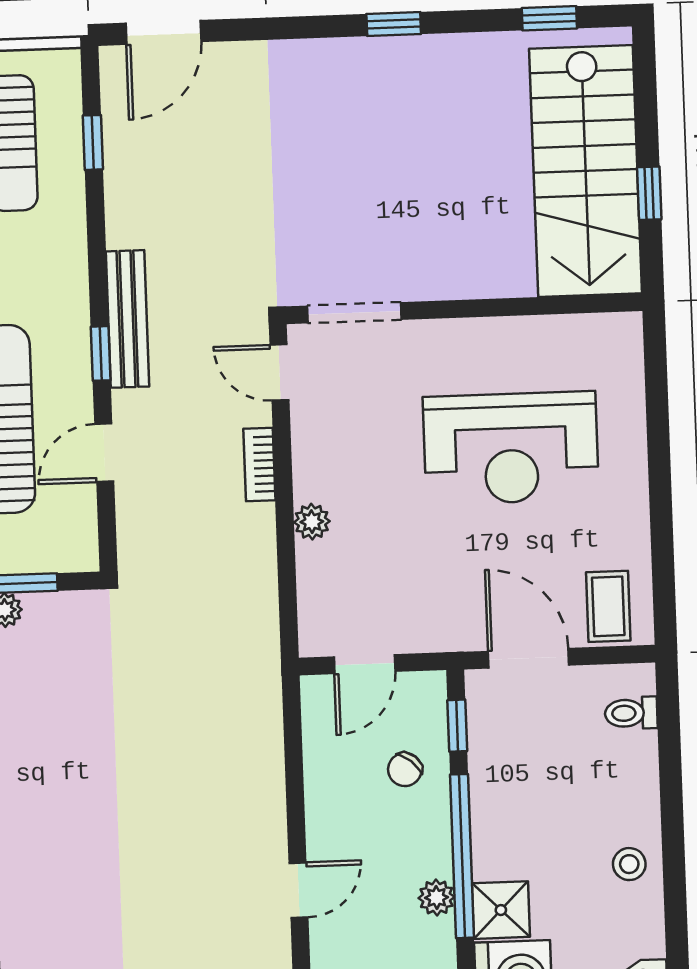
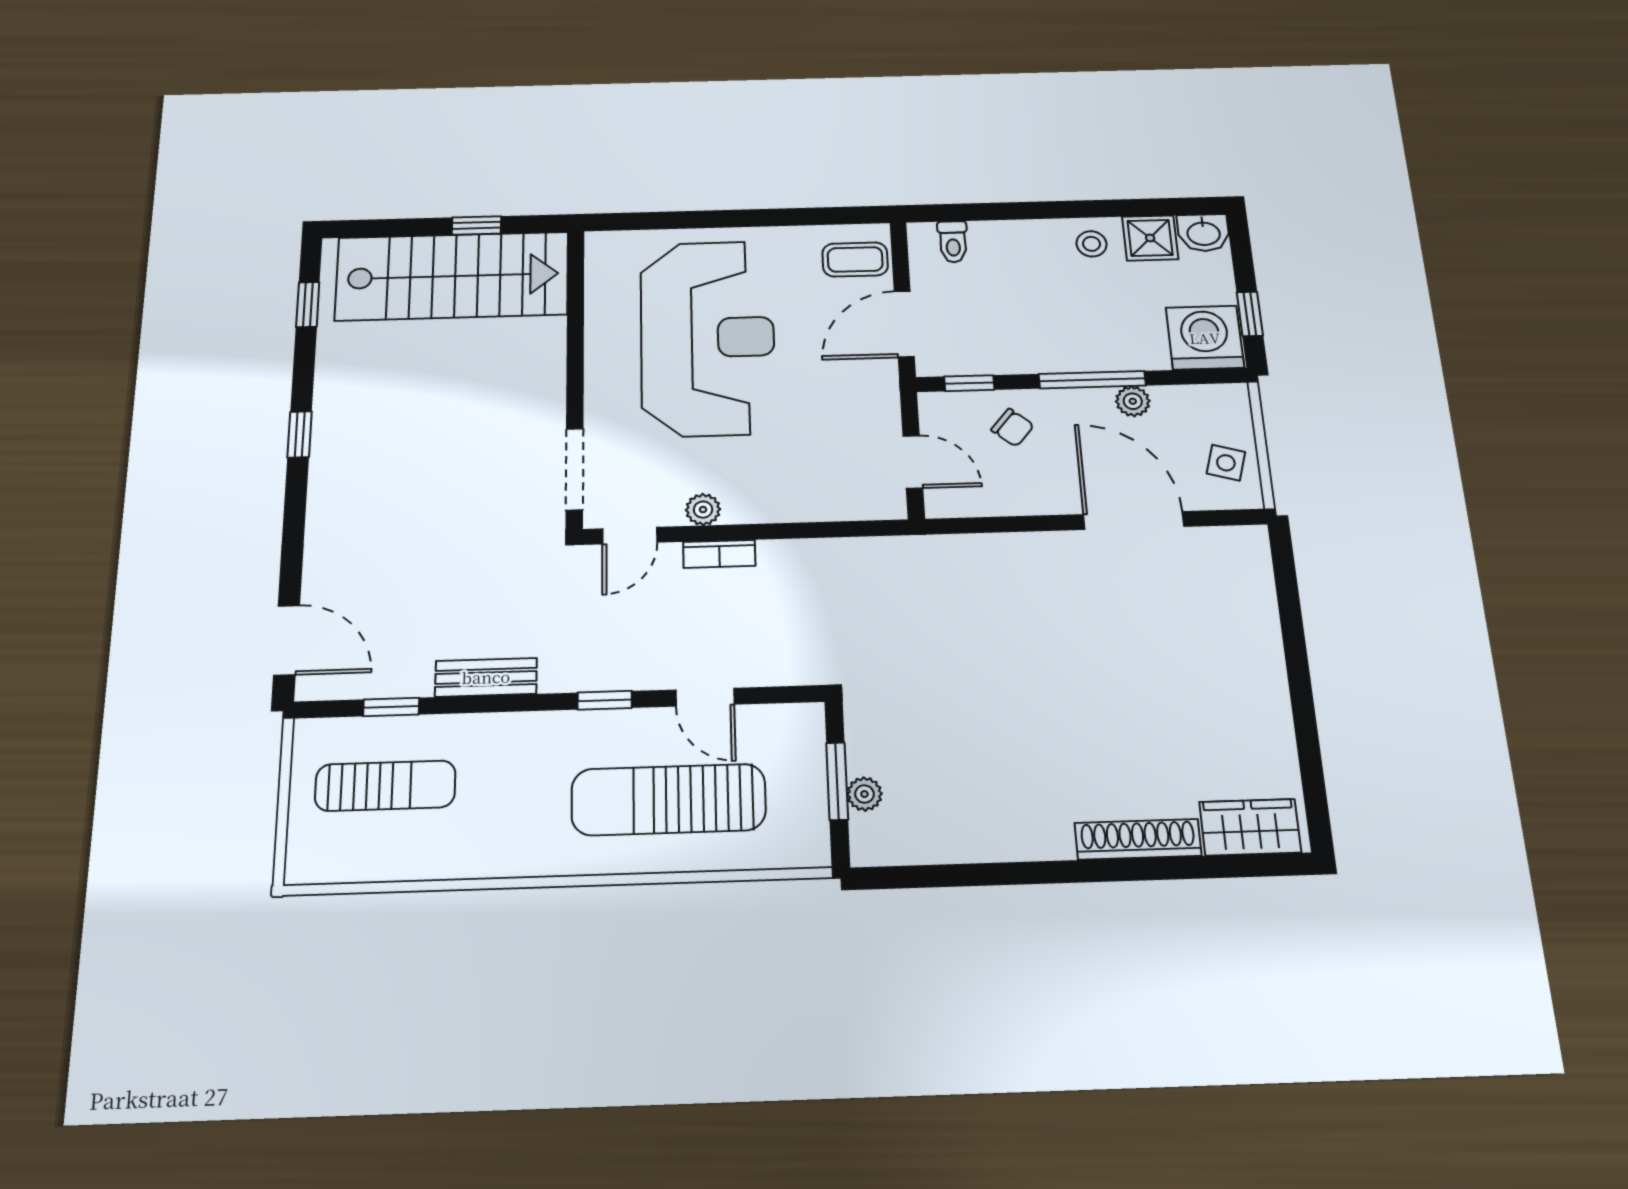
bench: (127, 319) -> (486, 677), moved, width x0.73
reception desk: (511, 448) -> (708, 338), width x1.36, depth x1.30
plant: (312, 522) -> (703, 510), moved
window: (462, 856) -> (1092, 380), width x0.68
door: (298, 890) -> (1134, 521), width x1.87
shower: (501, 910) -> (1150, 238), moved

